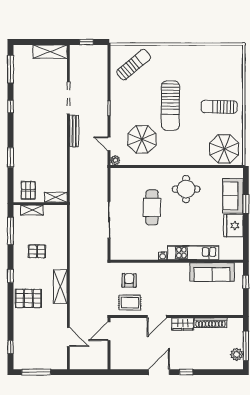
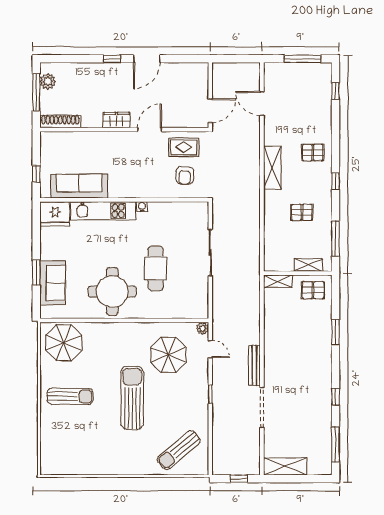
round table: (186, 189) -> (112, 292), width x1.36, depth x1.36
pallet: (28, 190) -> (313, 290), turned 90
fridge: (233, 226) -> (55, 214), moved, turned 90
pallet: (28, 298) -> (313, 153), width x0.67, depth x0.71
shoe rack: (210, 323) -> (60, 122), moved

